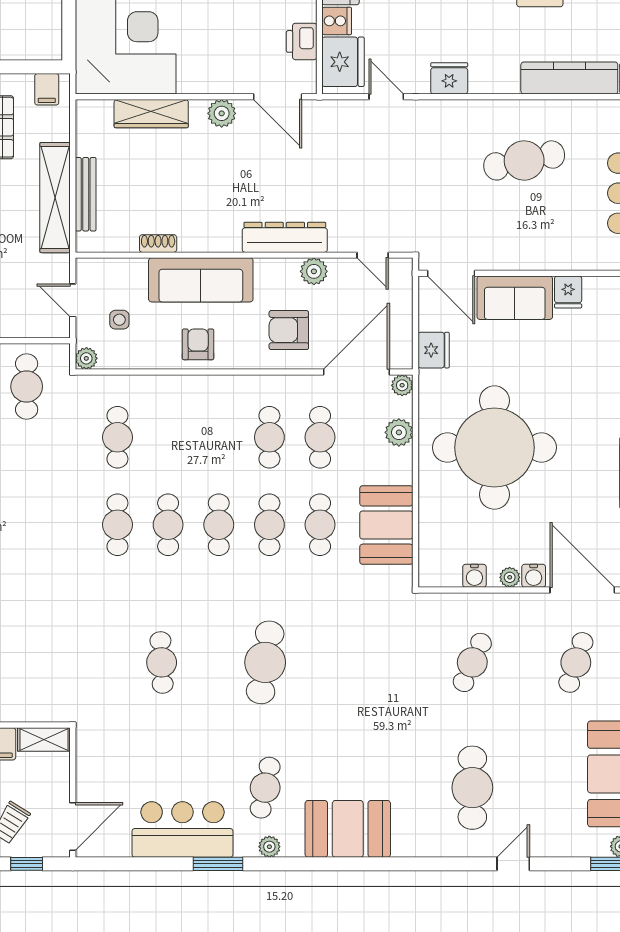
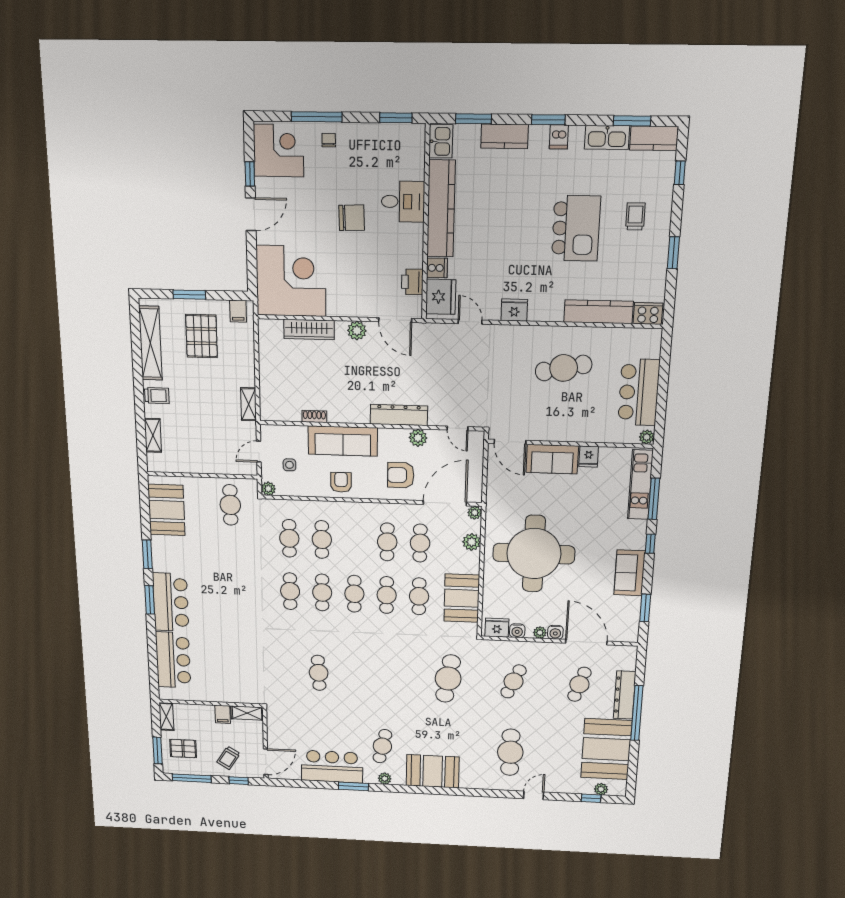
bench: (86, 194) -> (266, 383), removed
shelving: (55, 198) -> (249, 404), width x0.45, depth x0.75
door: (73, 300) -> (259, 452), hinge flipped
fridge: (434, 350) -> (497, 628), moved, turned -90
cafe table: (168, 437) -> (322, 540), added
cafe table: (265, 662) -> (448, 679), moved

